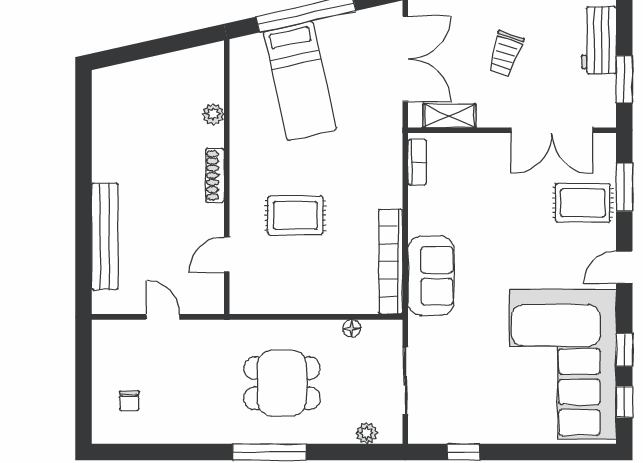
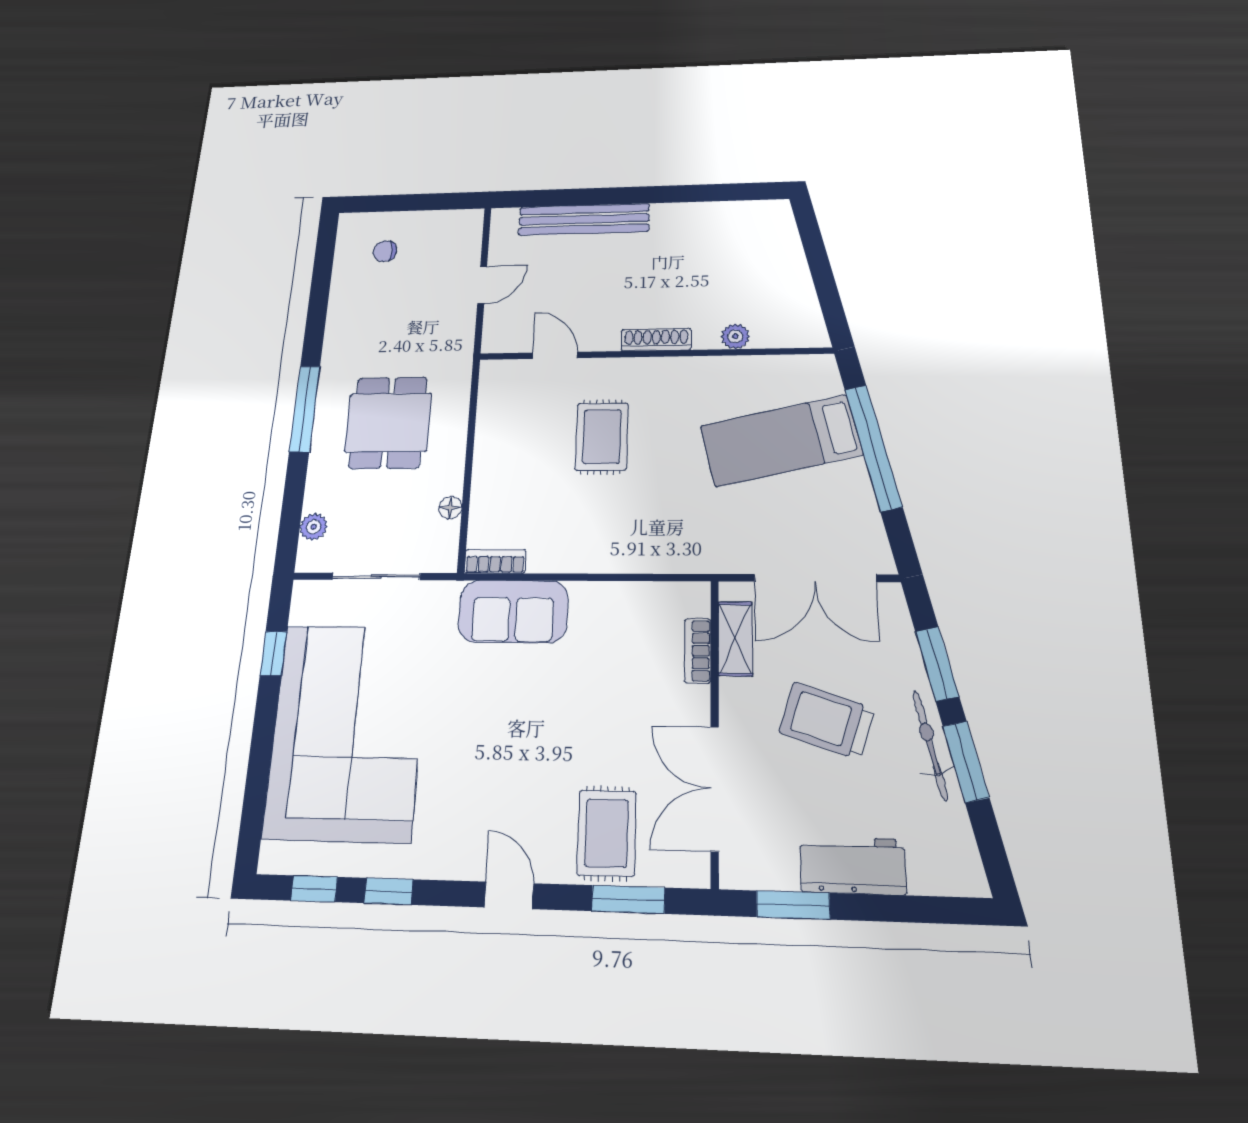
trolley: (505, 54) -> (827, 720), width x1.36, depth x1.39
bookcase: (417, 162) -> (698, 651), moved, turned 90
bookcase: (391, 262) -> (495, 561), width x0.43, depth x0.76
corner sofa: (563, 364) -> (347, 731), moved, turned 90

